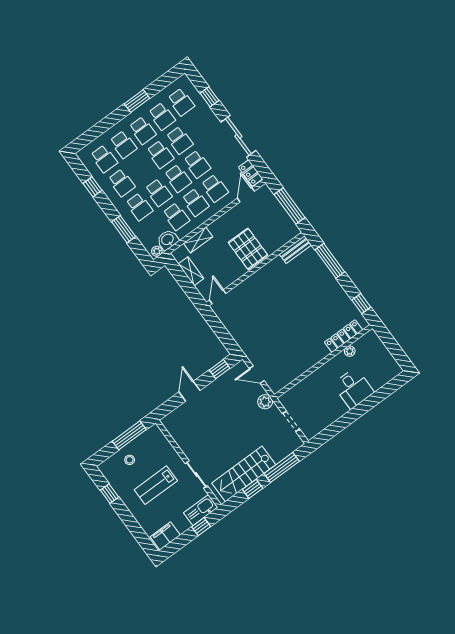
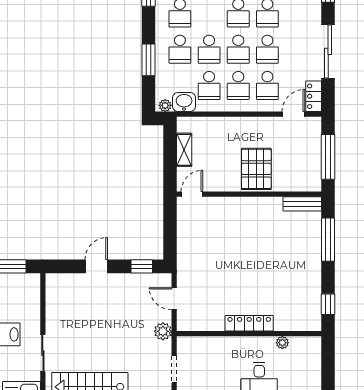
shelving: (198, 240) -> (214, 124), removed
locker: (344, 336) -> (249, 323), moved

